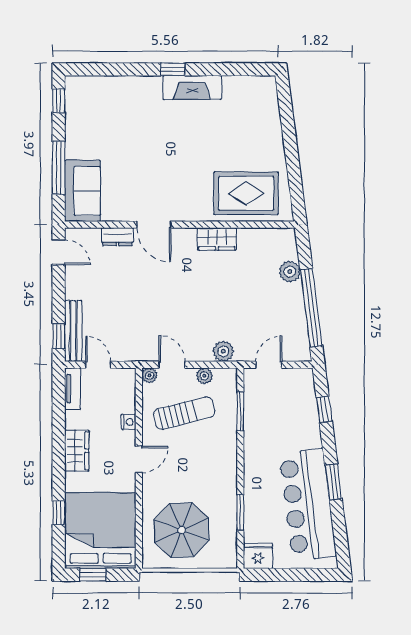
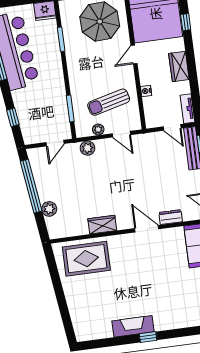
plant: (150, 375) -> (136, 125), removed
door: (139, 459) -> (134, 55), moved

